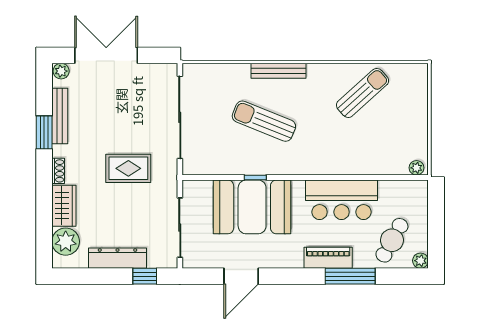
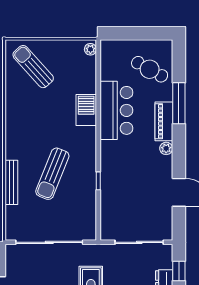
bench: (278, 71) -> (11, 182), moved
sun lounger: (363, 93) -> (33, 67), moved
barbecue: (342, 163) -> (86, 110), added
booth: (252, 207) -> (122, 183), removed
plant: (420, 261) -> (166, 148), moved

